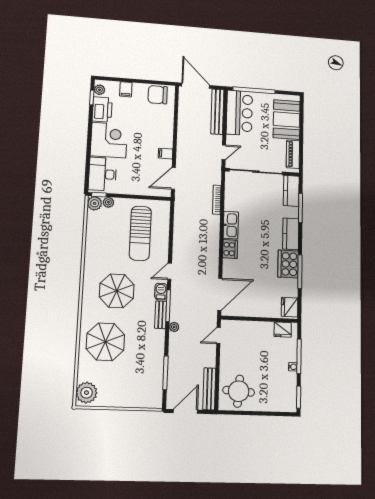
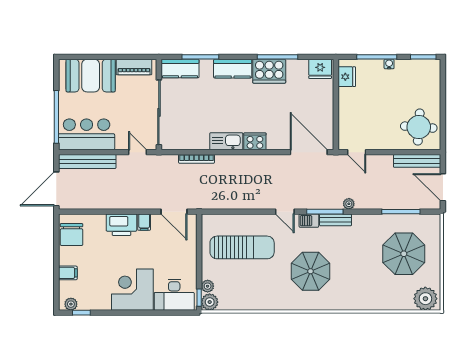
printer: (102, 109) -> (121, 225), moved, turned 180
parasol: (105, 342) -> (404, 254), moved

